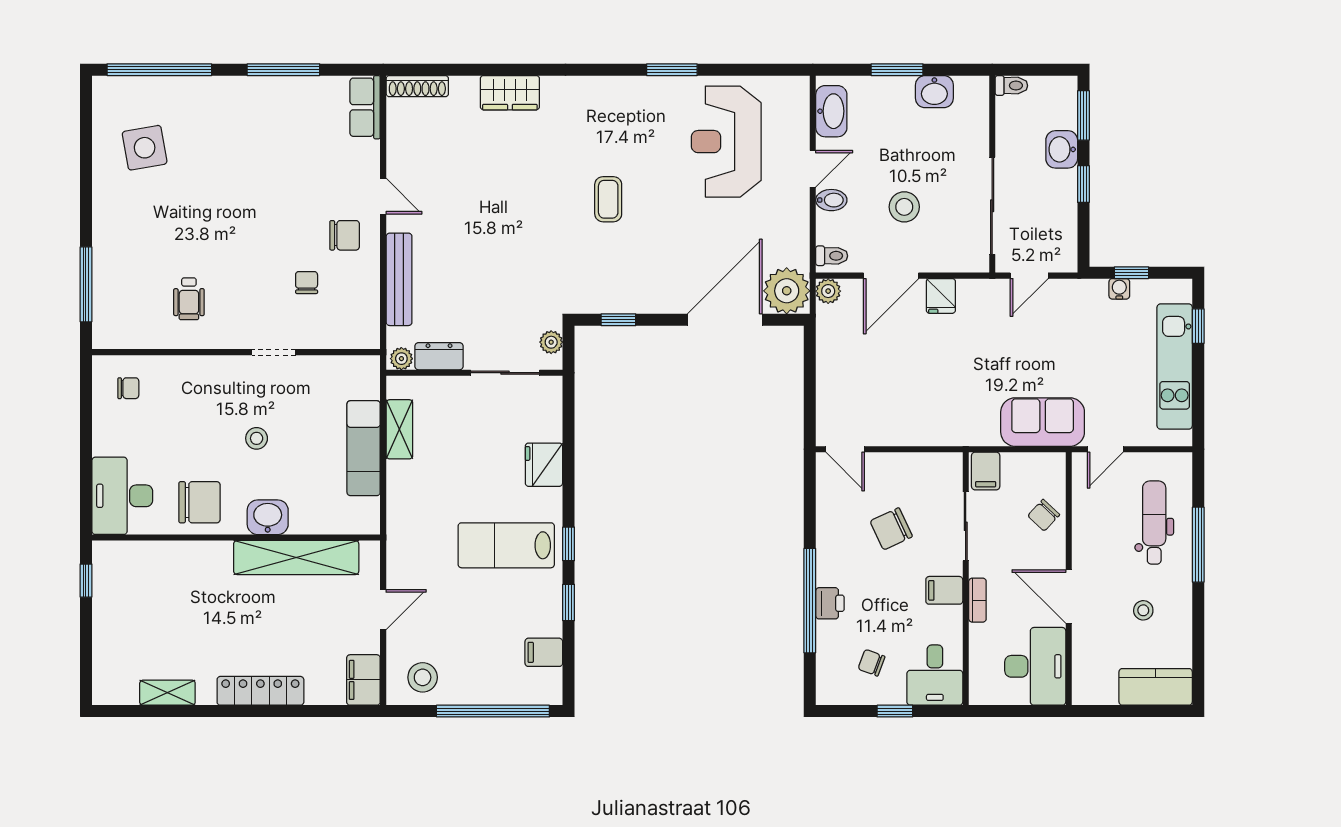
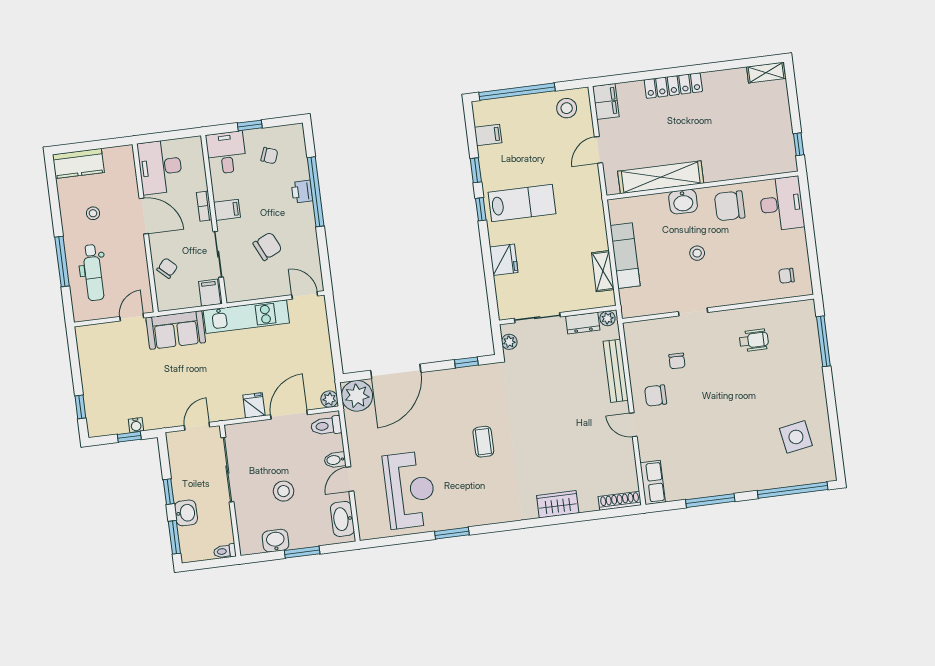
stool: (904, 207) -> (284, 491), moved
toilet: (832, 256) -> (326, 426), width x1.37, depth x1.39
wheelchair: (189, 299) -> (754, 340), turned 90
kitchen unit: (1175, 367) -> (246, 317), moved, turned 90
shelving: (167, 693) -> (766, 73), moved

